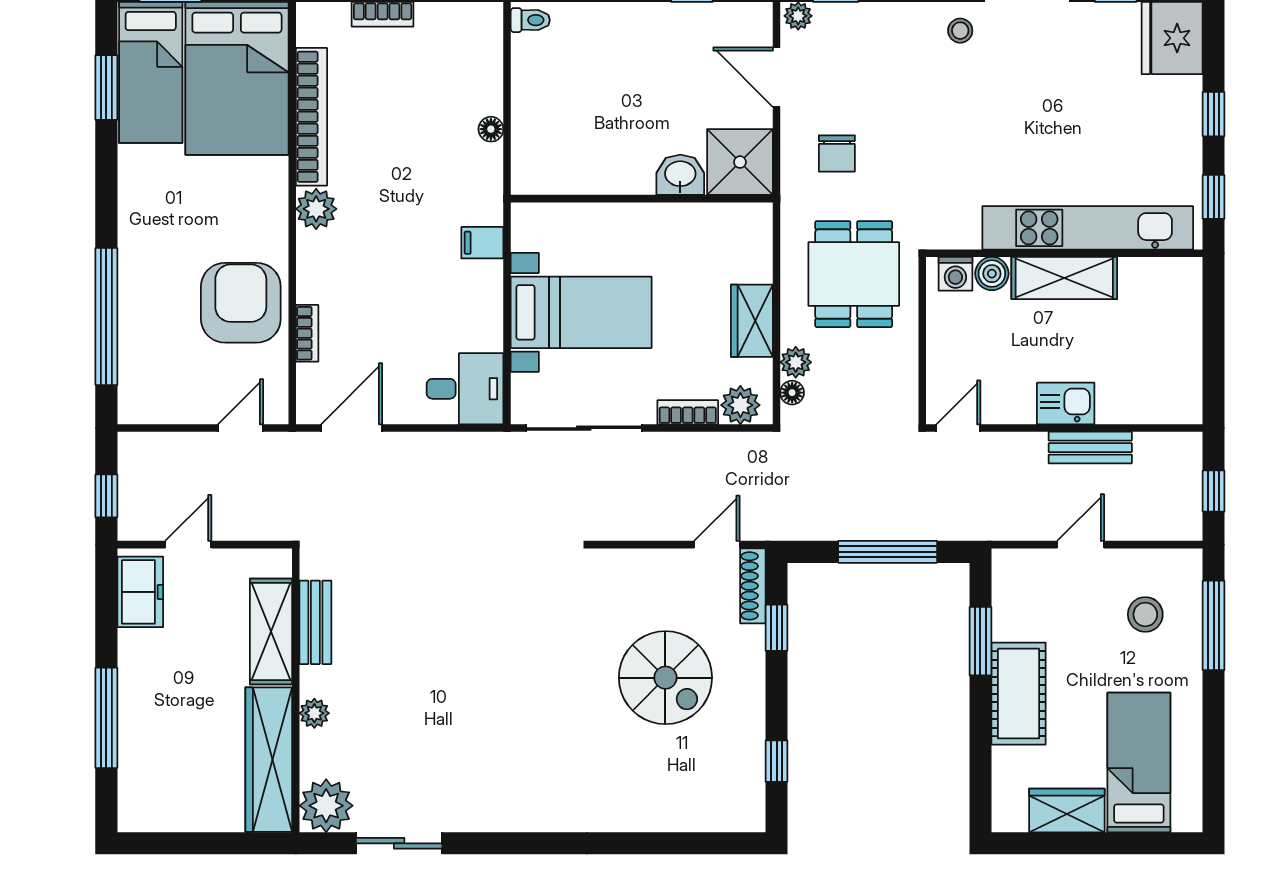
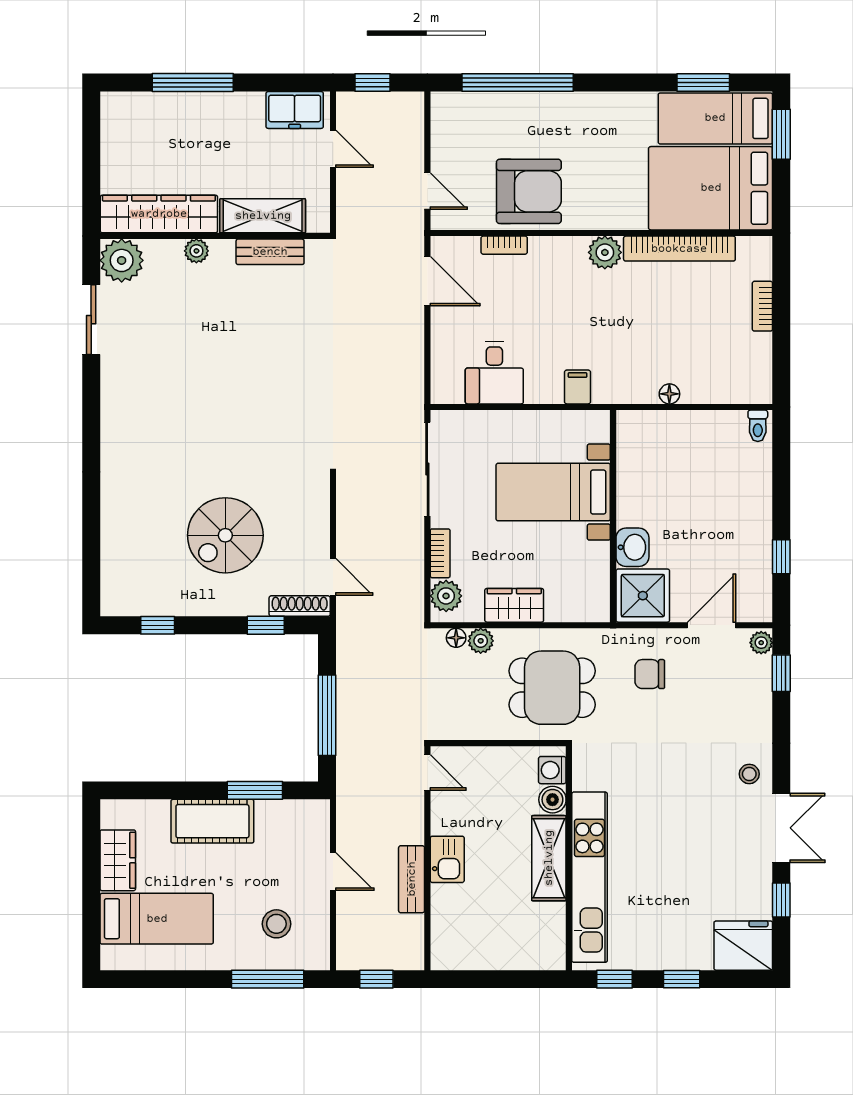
bed with nightstands: (581, 312) -> (553, 492), moved, turned 90
desk: (465, 389) -> (494, 373), moved

